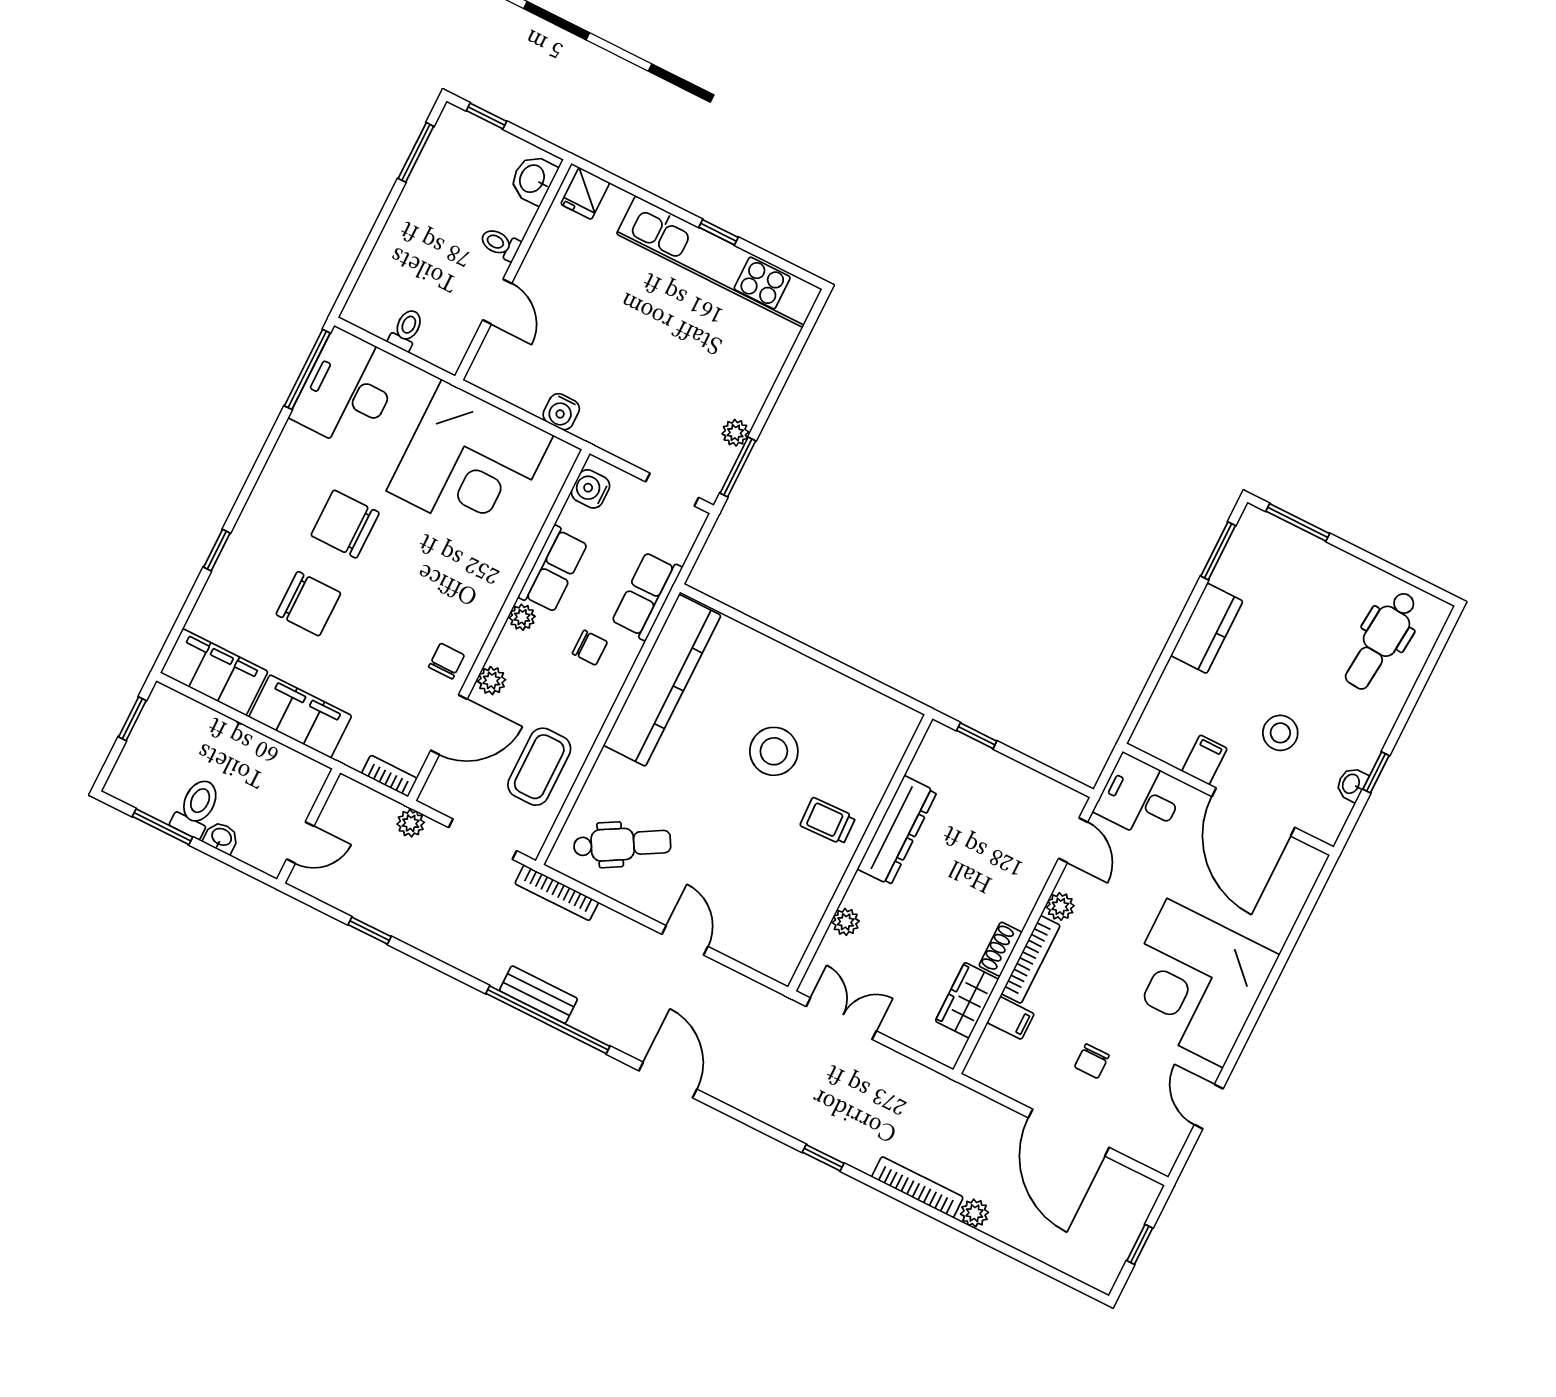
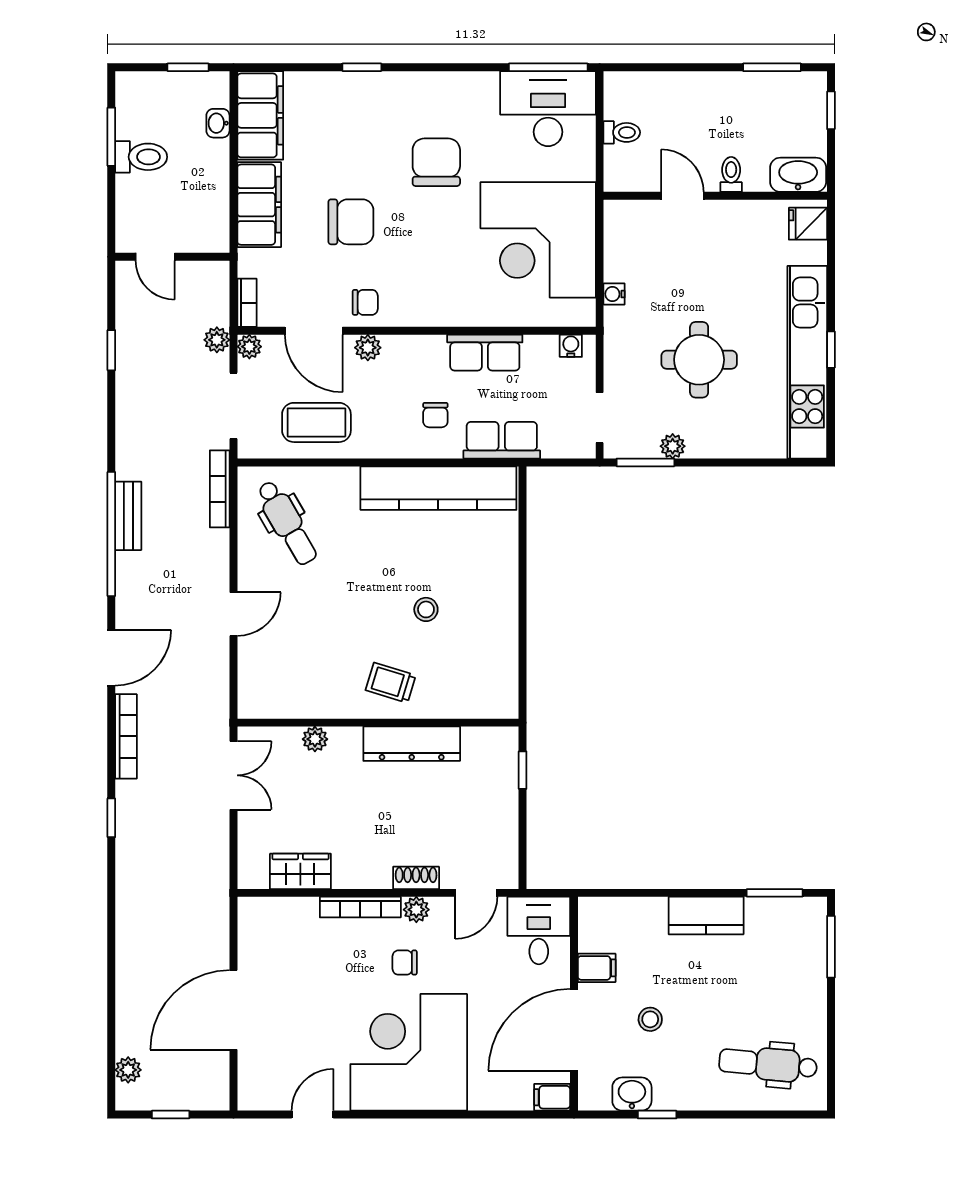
washbasin: (533, 179) -> (798, 175), width x1.38
door: (497, 302) -> (682, 196), swing flipped
round table: (664, 365) -> (699, 360), added
water cooler: (561, 412) -> (614, 294), width x0.72, depth x0.72
water cooler: (590, 489) -> (571, 346), width x0.72, depth x0.72
chair: (308, 604) -> (351, 222), moved, turned -90
plant: (522, 617) -> (249, 347), moved
stool: (1280, 733) -> (650, 1019), width x0.73, depth x0.73
stool: (774, 751) -> (426, 609), width x0.53, depth x0.53
washbasin: (1352, 784) -> (632, 1094), width x1.38, depth x1.45
trolley: (828, 821) -> (391, 683), turned -71
washbasin: (221, 838) -> (218, 123), moved, turned 180
shoe rack: (1000, 949) -> (416, 878), moved
filing cabinet: (1011, 1018) -> (552, 1097), moved, turned 90
chair: (1092, 1061) -> (405, 963), moved
bookcase: (917, 1187) -> (126, 736), moved
plant: (974, 1213) -> (128, 1070), moved

